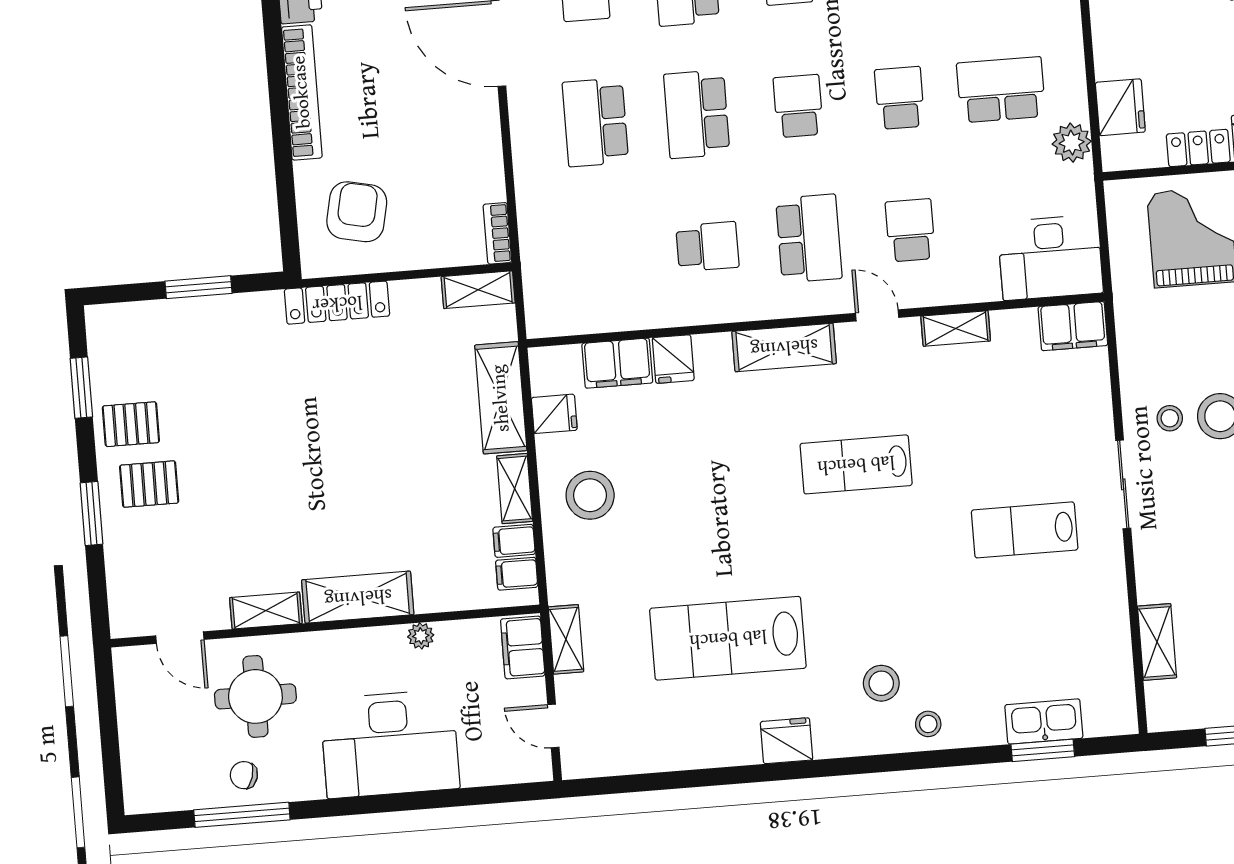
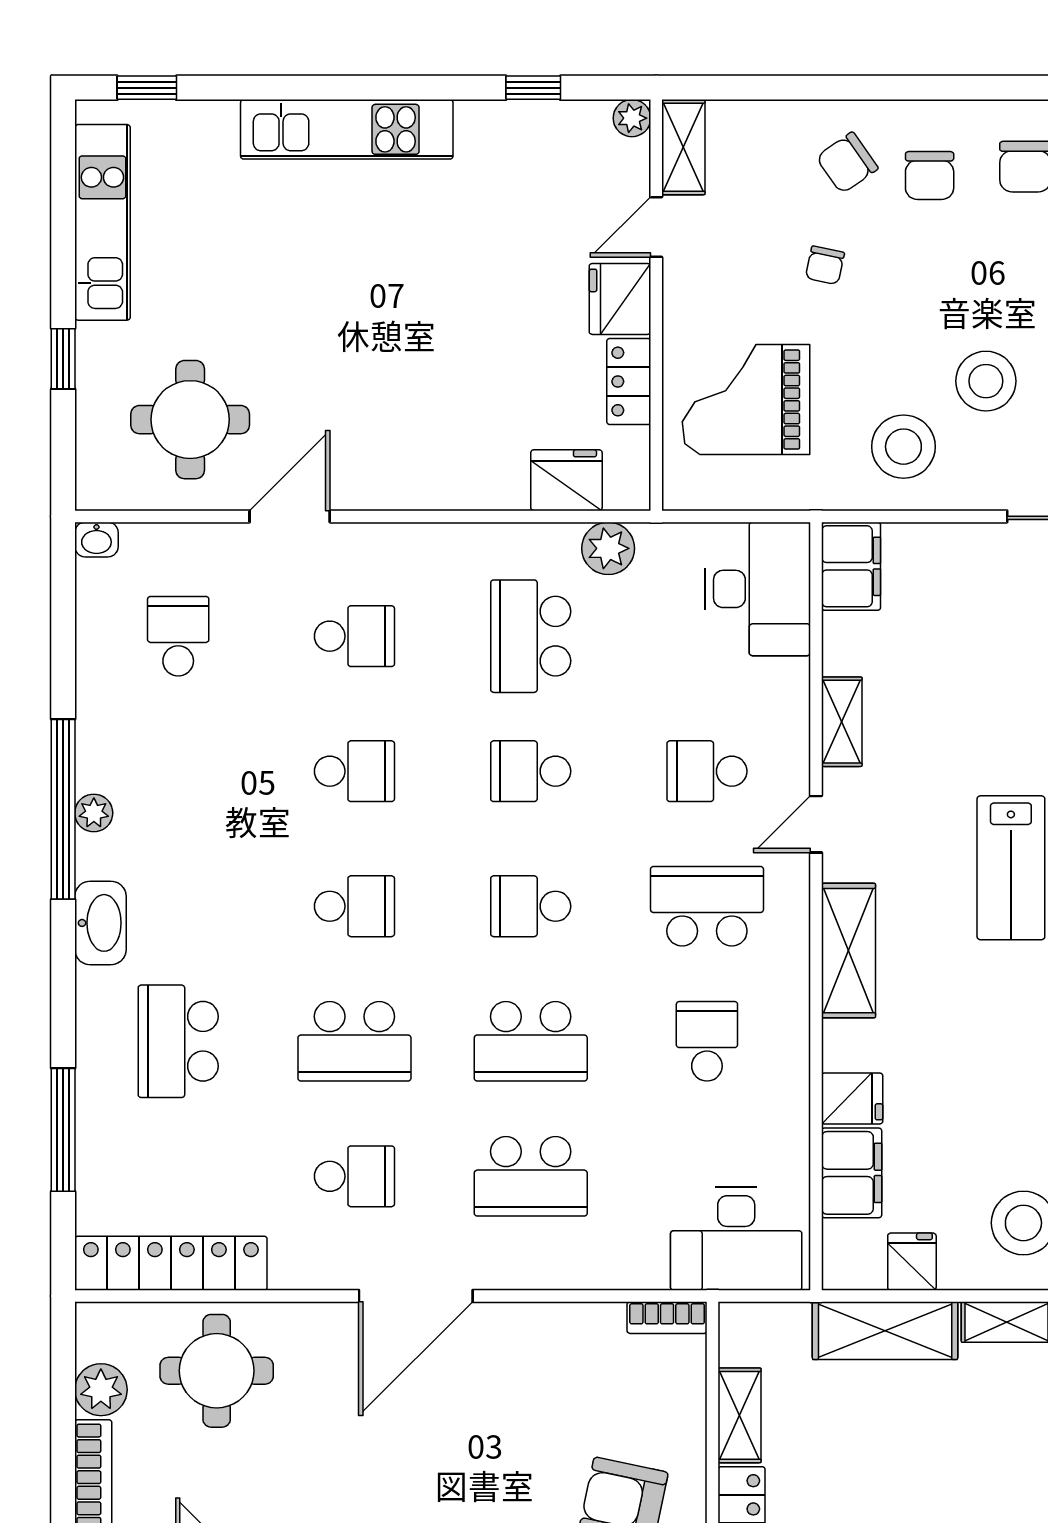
desk: (561, 280) -> (736, 1239), added
shelving: (478, 290) -> (740, 1415), moved
stool: (1170, 418) -> (903, 447), moved, width x1.89, depth x1.89

